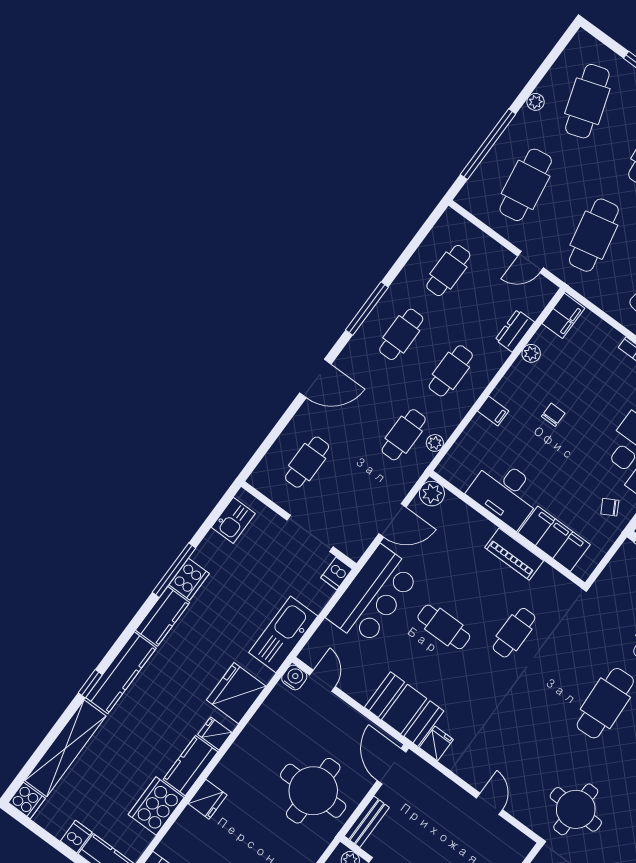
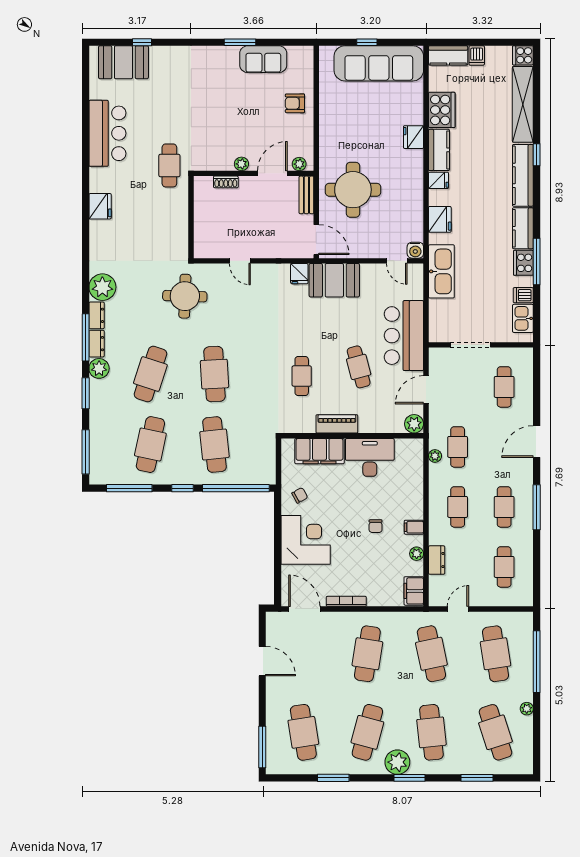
filing cabinet: (493, 411) -> (414, 527), moved
dishwasher: (337, 573) -> (523, 295), moved, turned -90
cafe table: (444, 627) -> (359, 367), moved, turned 75
fridge: (236, 693) -> (440, 219), width x0.73, depth x0.75

